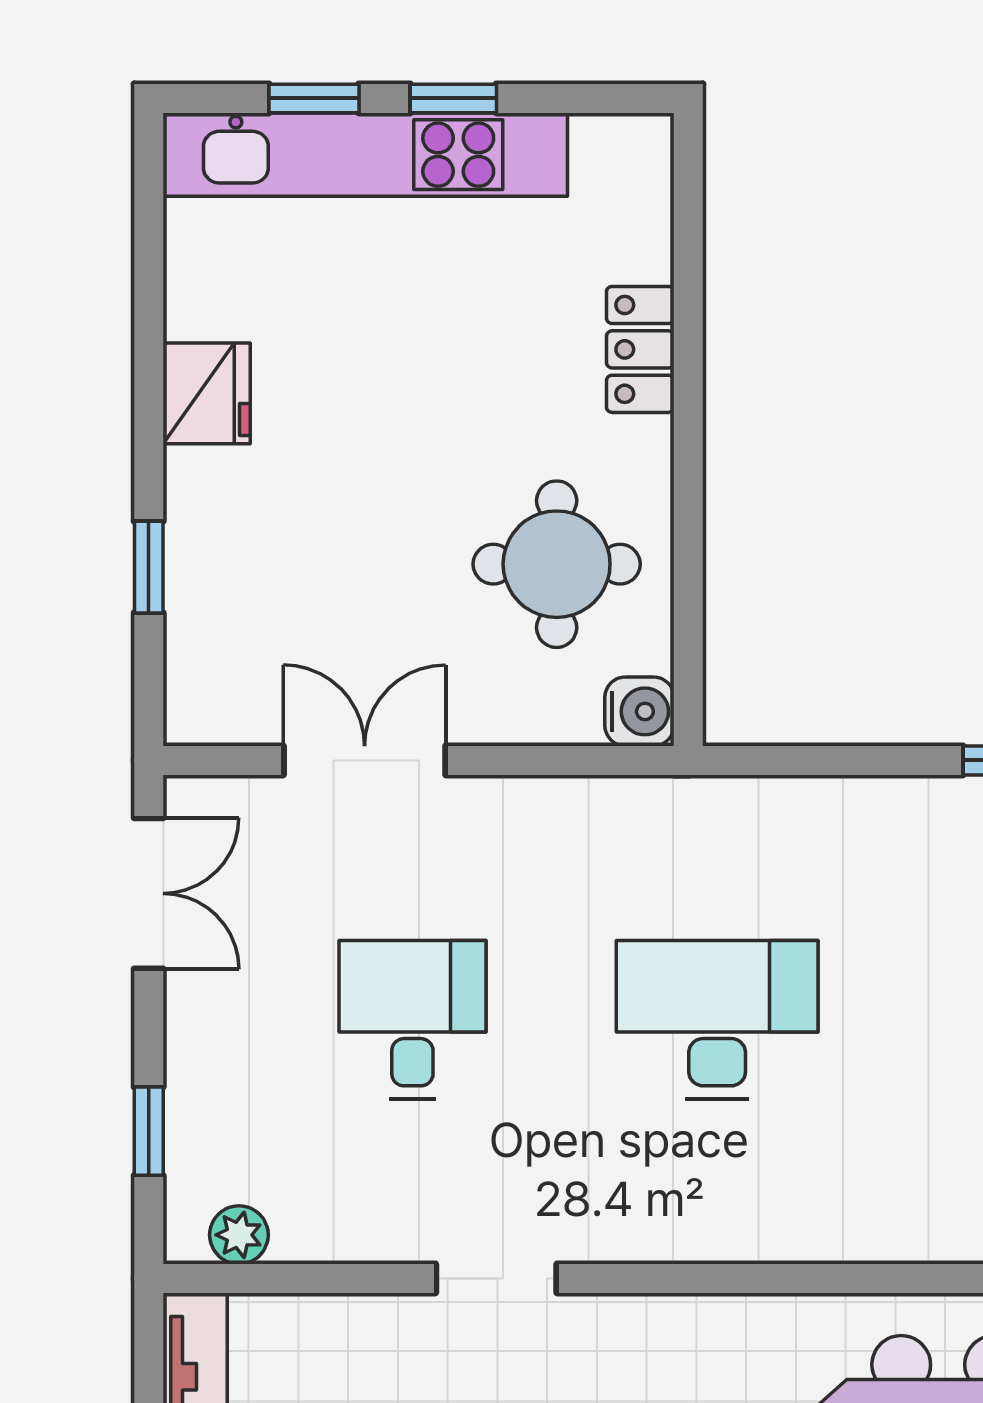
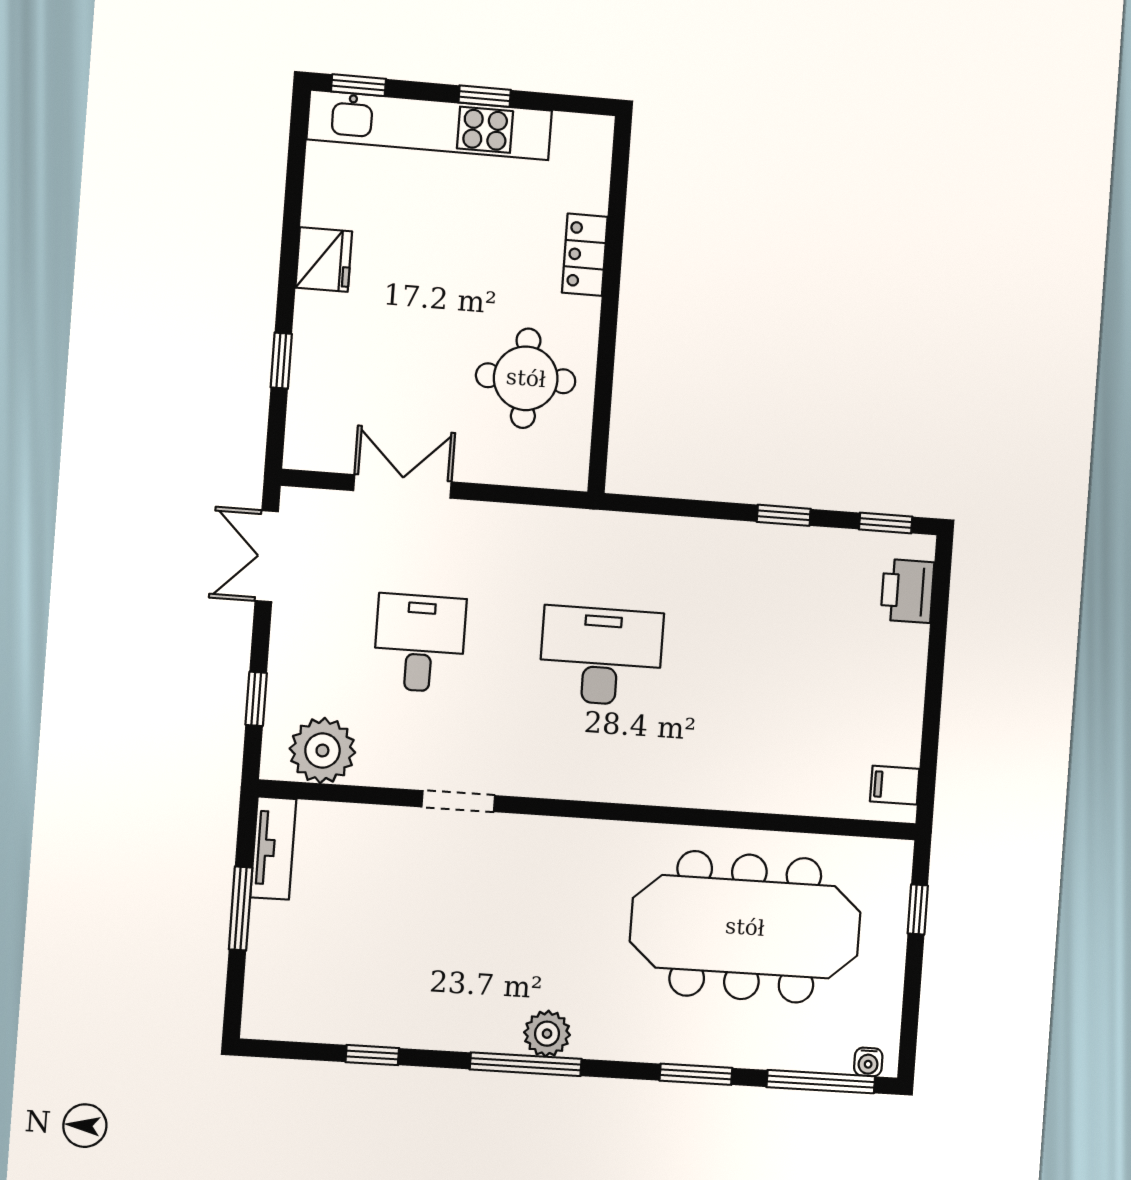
window: (314, 98) -> (358, 85), moved
water cooler: (639, 711) -> (568, 470), removed
double door: (149, 893) -> (267, 556), swing flipped
plant: (239, 1235) -> (322, 751), width x1.88, depth x1.88

